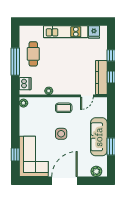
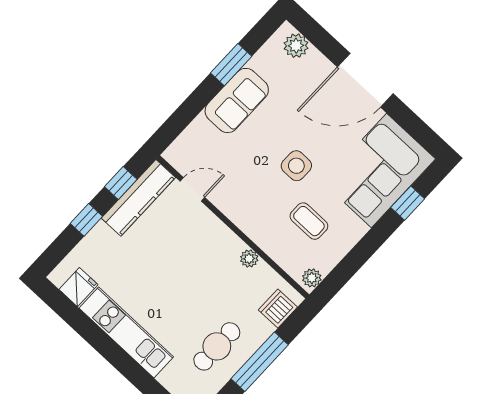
coffee table: (64, 108) -> (309, 221), moved
sofa: (99, 137) -> (237, 100), width x0.73

